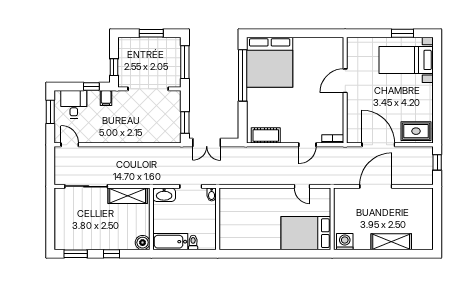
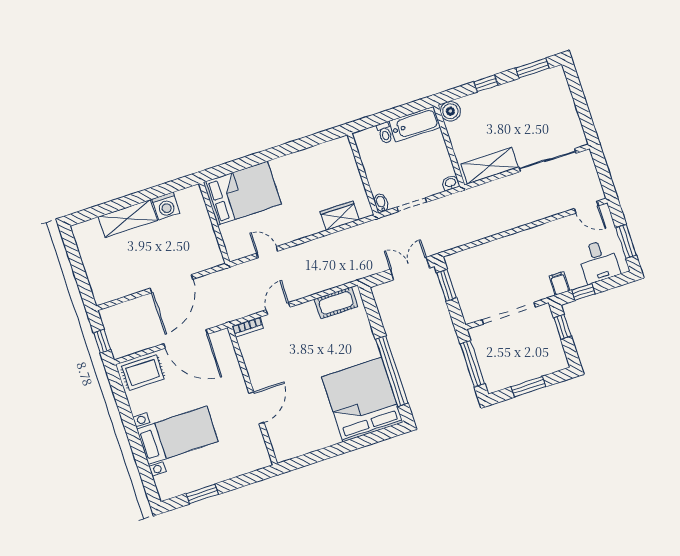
bed with nightstands: (406, 60) -> (177, 435), moved
washbasin: (164, 195) -> (451, 183), width x0.52, depth x0.69
wardrobe: (243, 195) -> (340, 216), added
washing machine: (345, 242) -> (166, 206), moved

